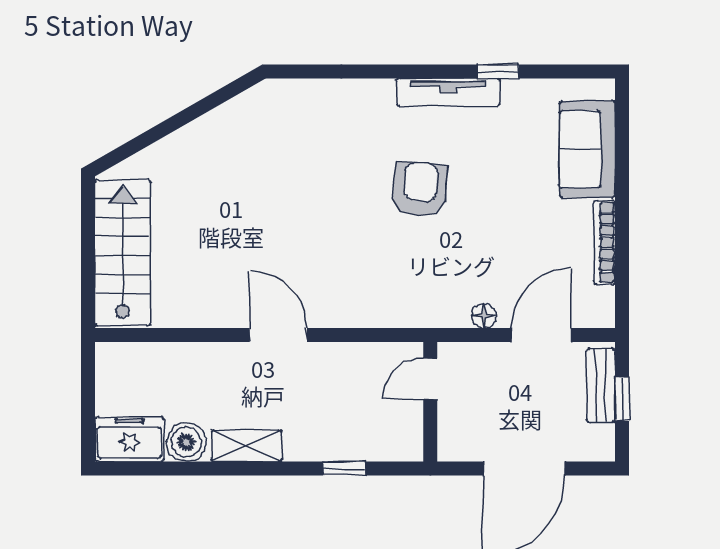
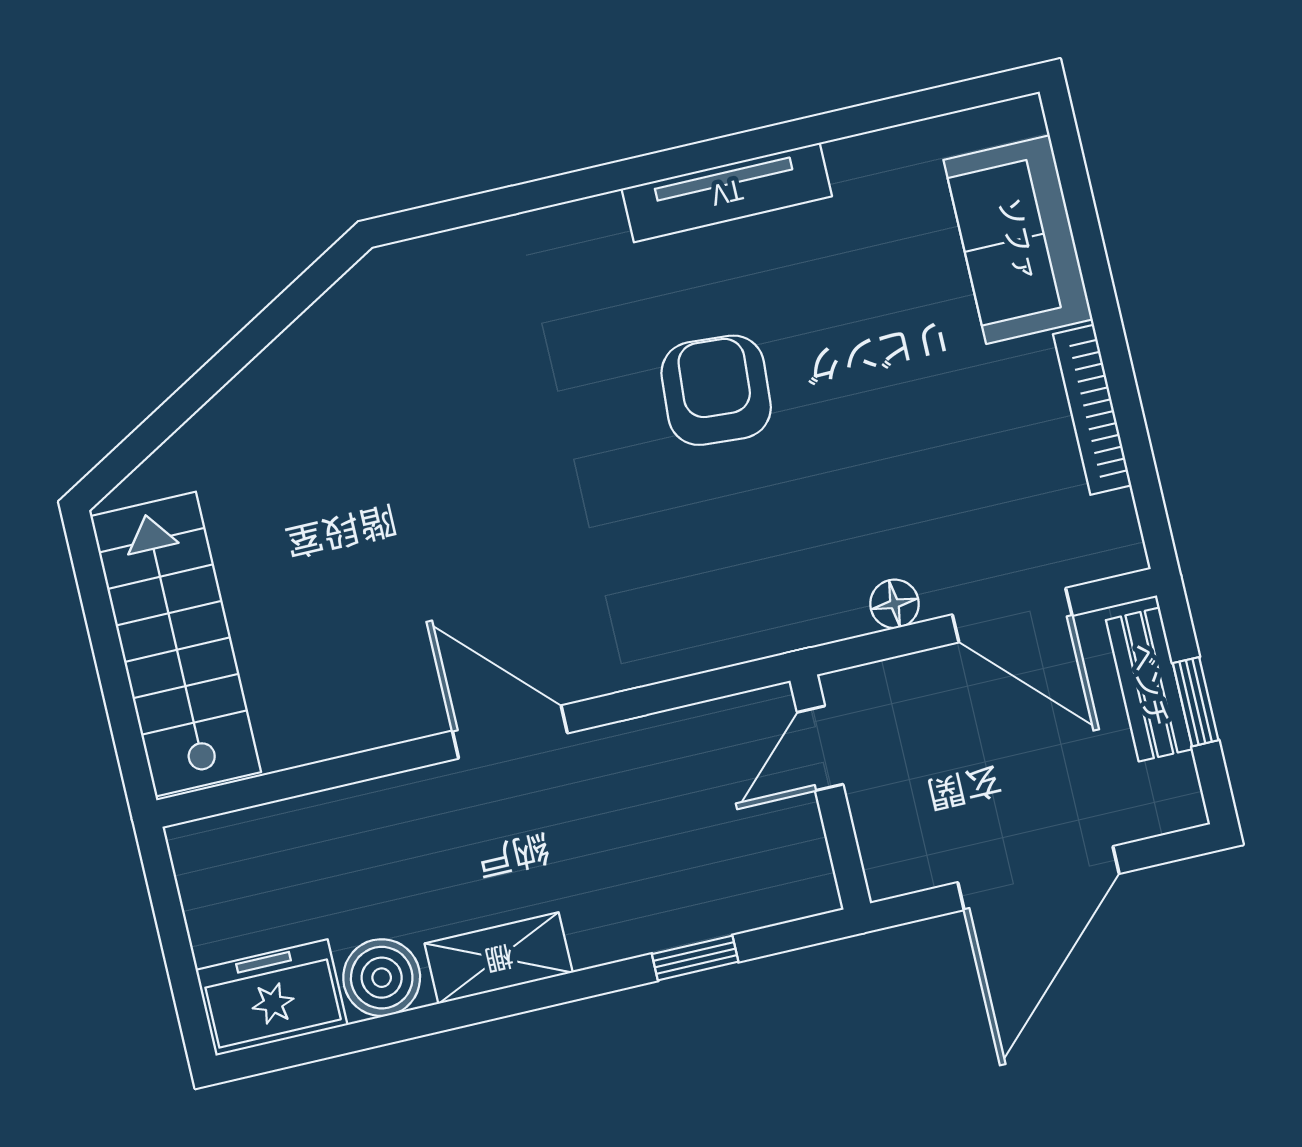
window: (498, 71) -> (813, 130), removed
door: (541, 335) -> (1012, 615), swing flipped

